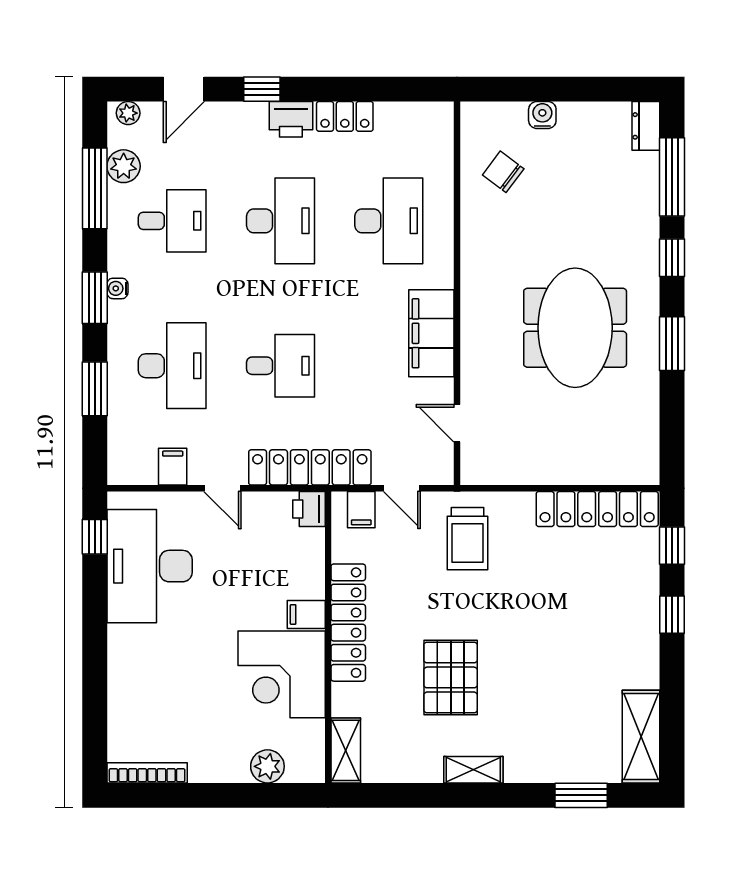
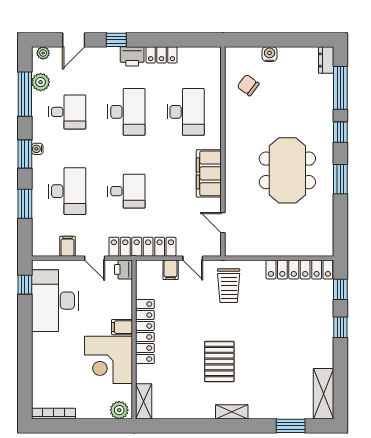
printer: (309, 509) -> (123, 269), moved
filing cabinet: (306, 614) -> (122, 327), moved
locker: (348, 623) -> (145, 332), moved
wall: (328, 637) -> (134, 340), moved
corner desk: (282, 674) -> (108, 360), moved
shelving: (346, 750) -> (144, 401), moved

